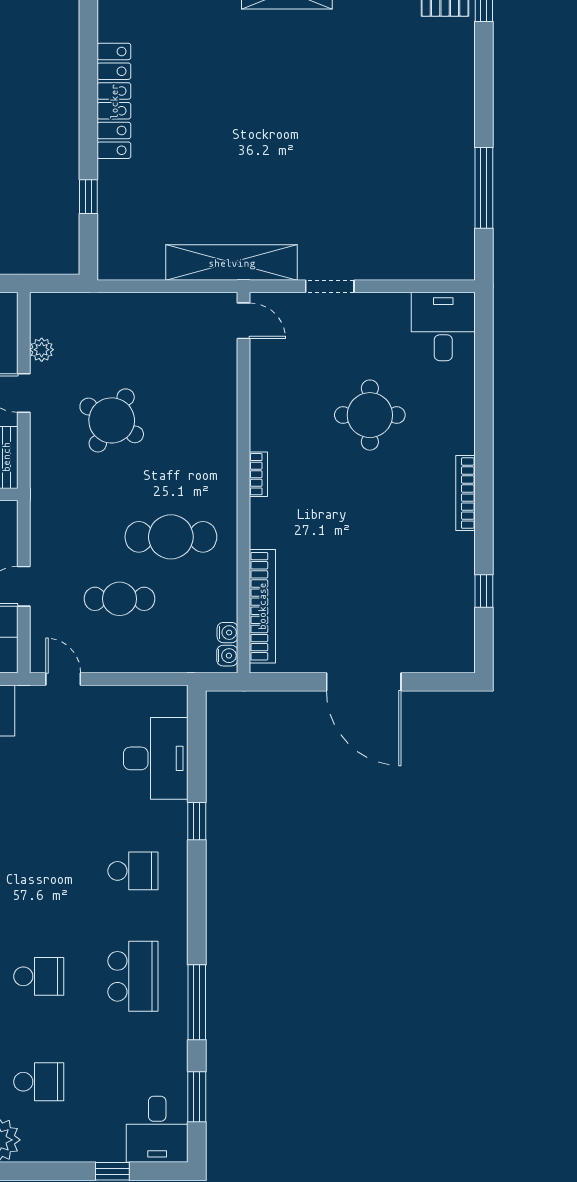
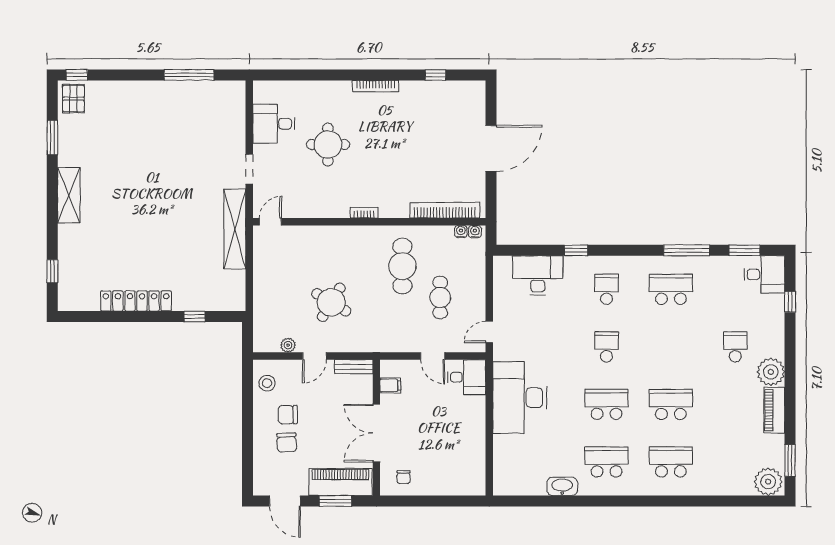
desk: (443, 326) -> (274, 124), moved
school desk: (39, 976) -> (607, 347), moved

